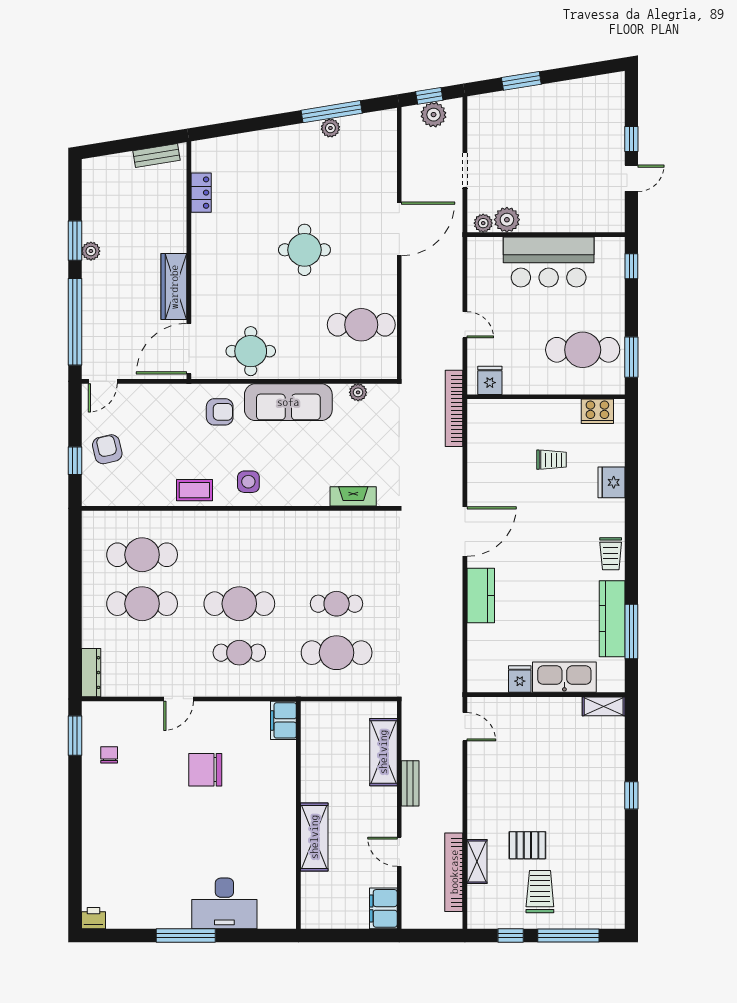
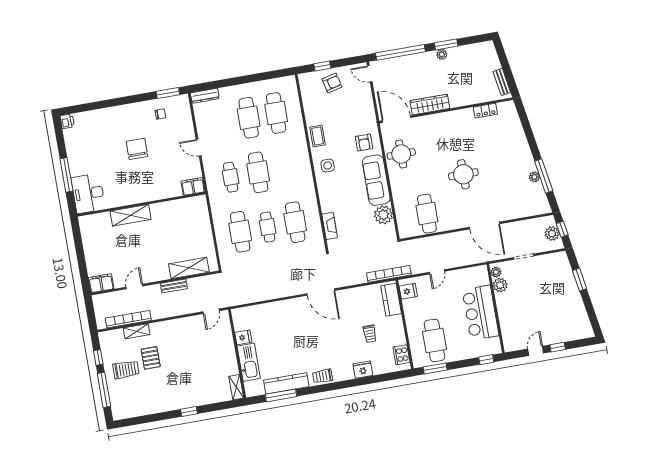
door: (631, 178) -> (536, 351), swing flipped
plant: (358, 392) -> (383, 215), width x1.88, depth x1.88
cafe table: (337, 555) -> (295, 222), added
kitchen counter: (481, 595) -> (391, 300), moved, turned 90
filing cabinet: (283, 720) -> (193, 186), moved
chair: (205, 770) -> (137, 149), moved
wall: (298, 815) -> (141, 204), moved
shelving: (314, 837) -> (131, 215), moved

